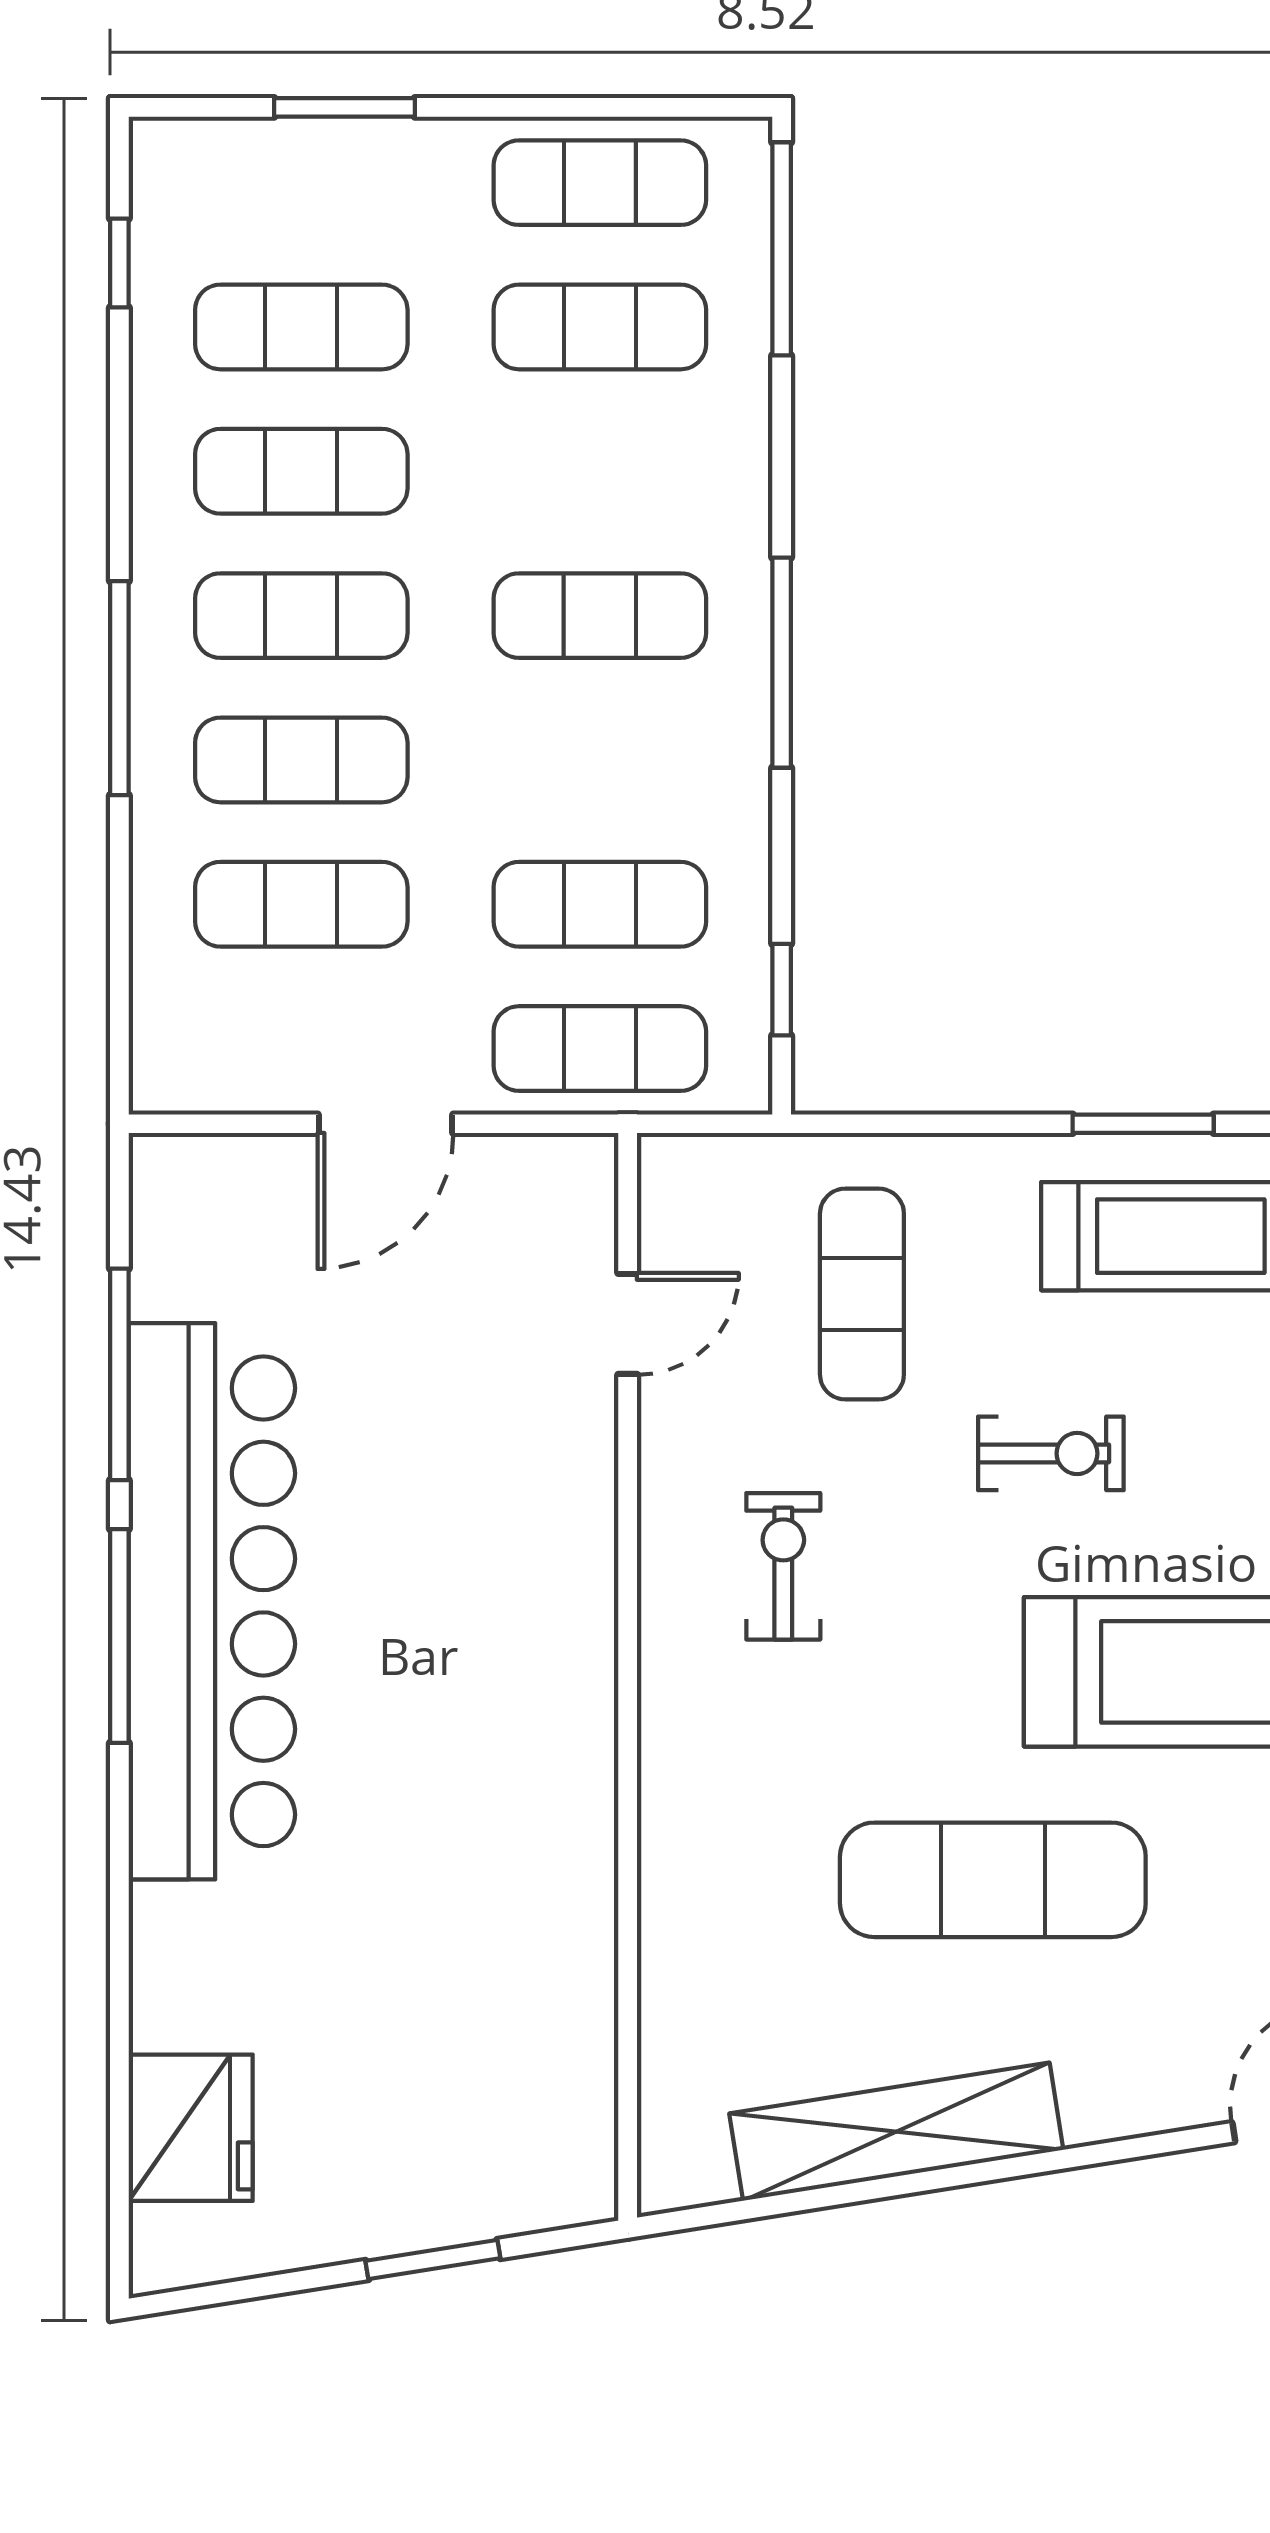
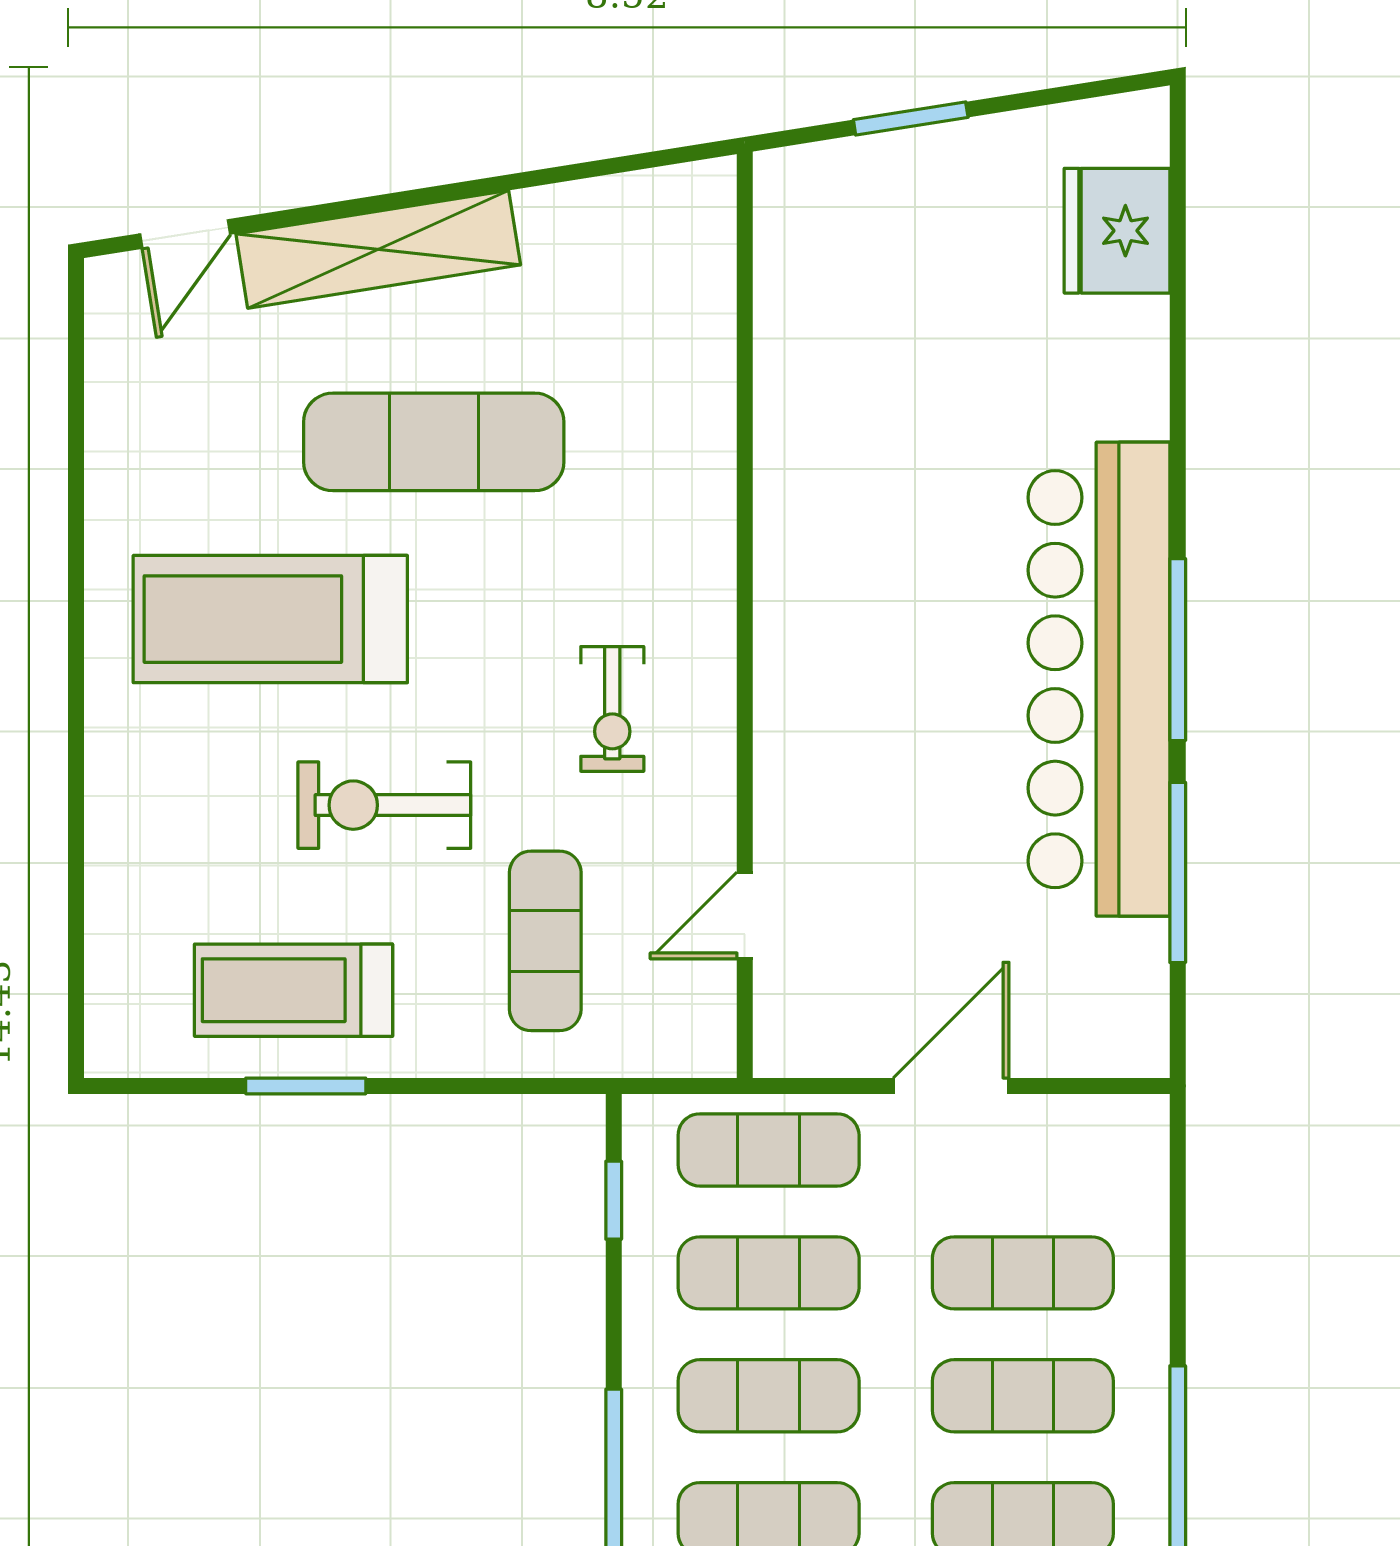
exercise mat: (600, 760) -> (769, 1396), added
exercise bike: (1051, 1453) -> (384, 805), width x1.38, depth x1.39
shelving: (896, 2132) -> (378, 249), moved

